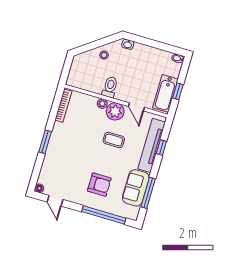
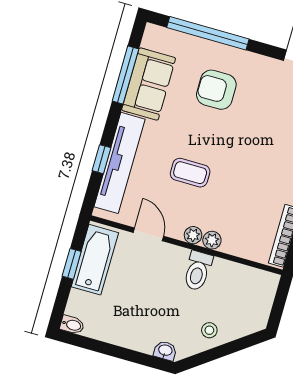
plant: (115, 111) -> (193, 235), width x0.53, depth x0.53

